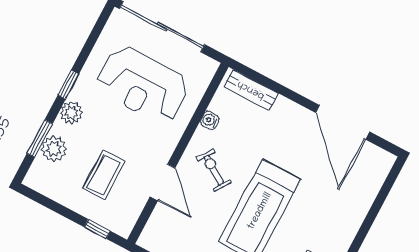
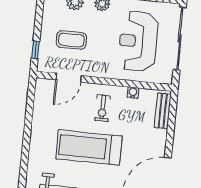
exercise bike: (214, 170) -> (103, 108), turned 146
door: (163, 182) -> (69, 78), moved

